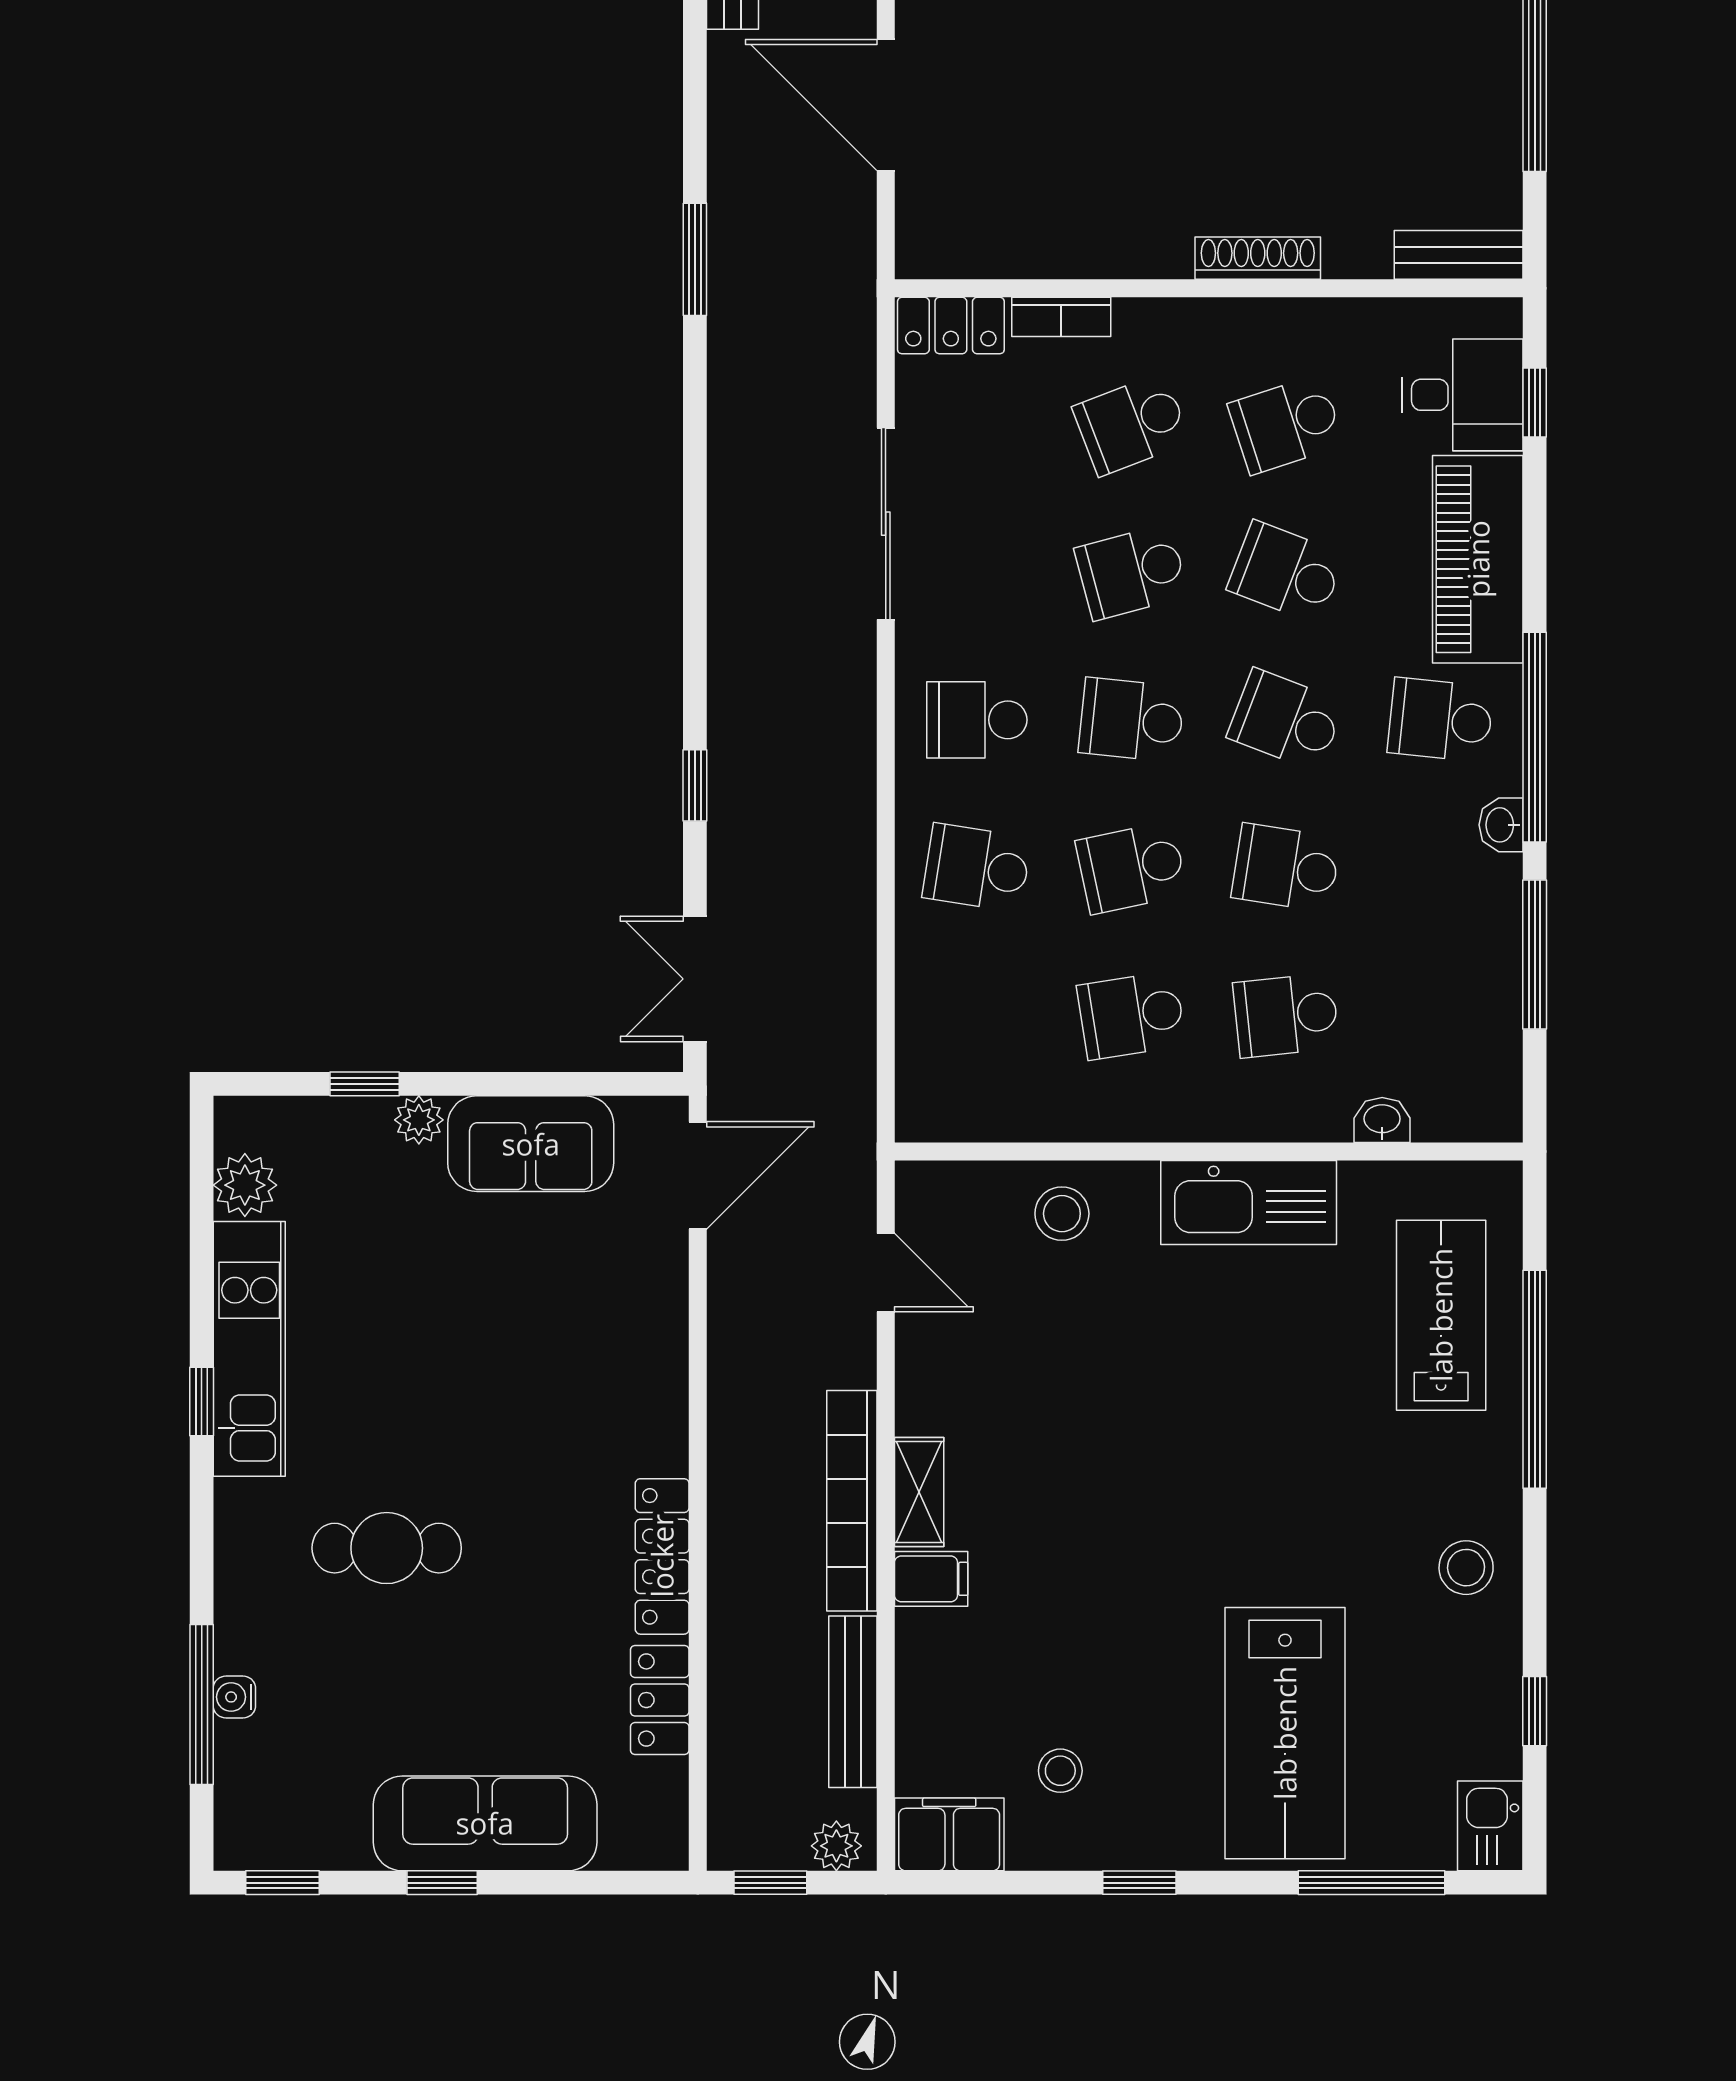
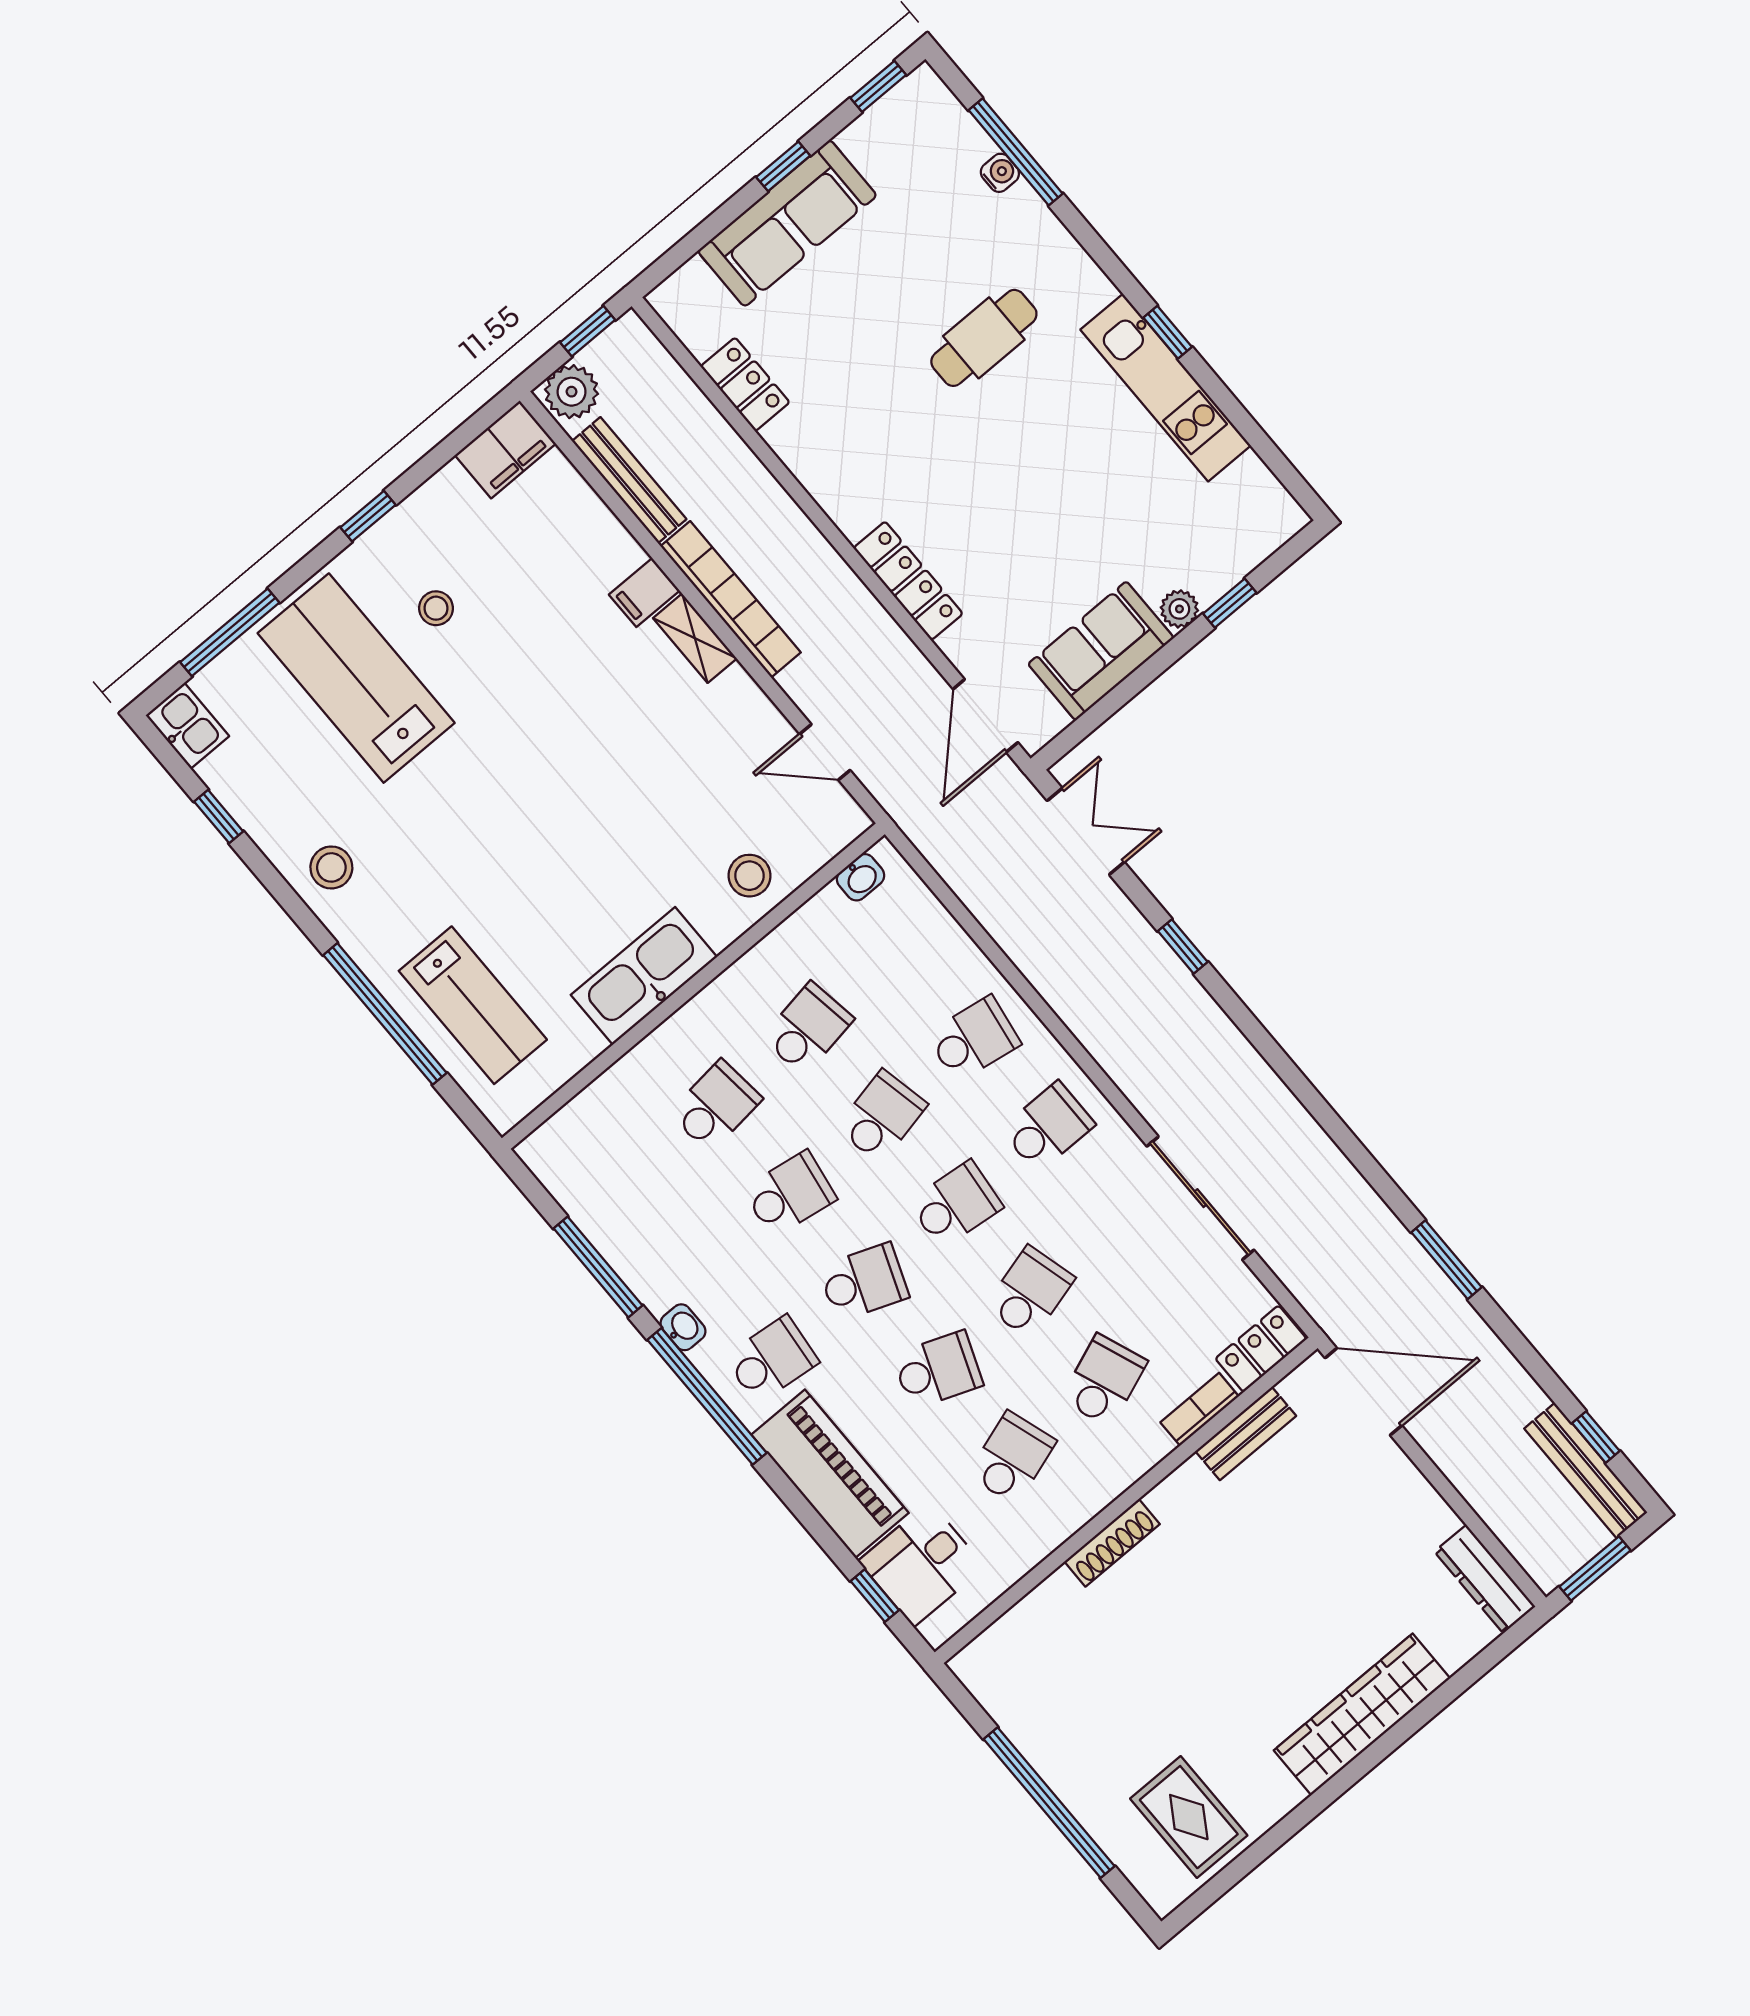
door: (886, 105) -> (1363, 1392), moved
bench: (1459, 255) -> (1246, 1433), moved
washbasin: (1382, 1120) -> (861, 877), moved
plant: (245, 1185) -> (1250, 483), removed
locker: (662, 1556) -> (908, 581), moved
stool: (1060, 1771) -> (436, 608), moved
plant: (836, 1846) -> (572, 392), width x1.38, depth x1.38

